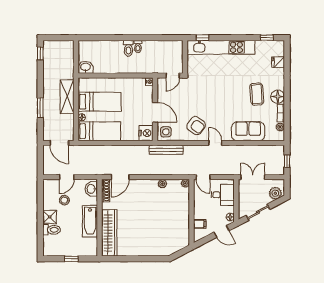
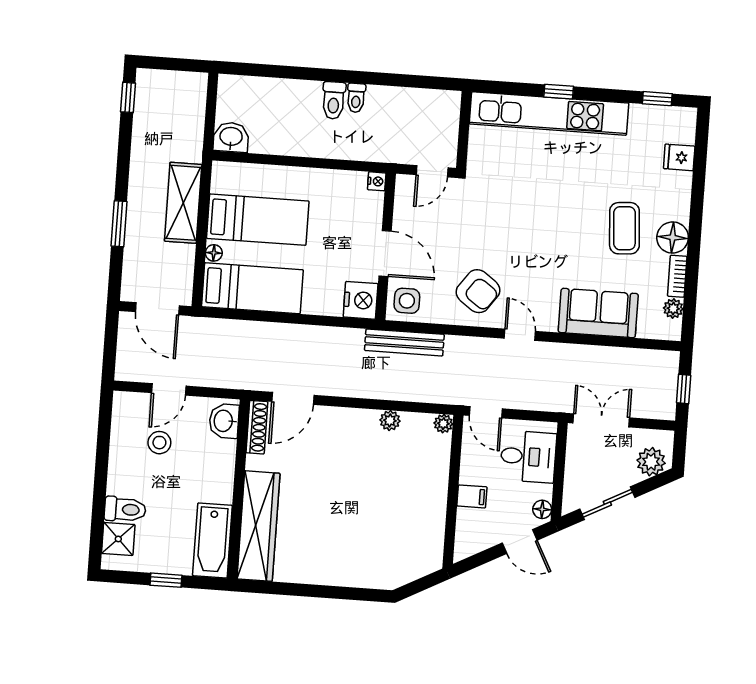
window: (203, 38) -> (559, 92), moved
shower: (50, 217) -> (118, 539), moved
bathtub: (90, 221) -> (212, 541), moved
filing cabinet: (200, 224) -> (472, 496), moved

